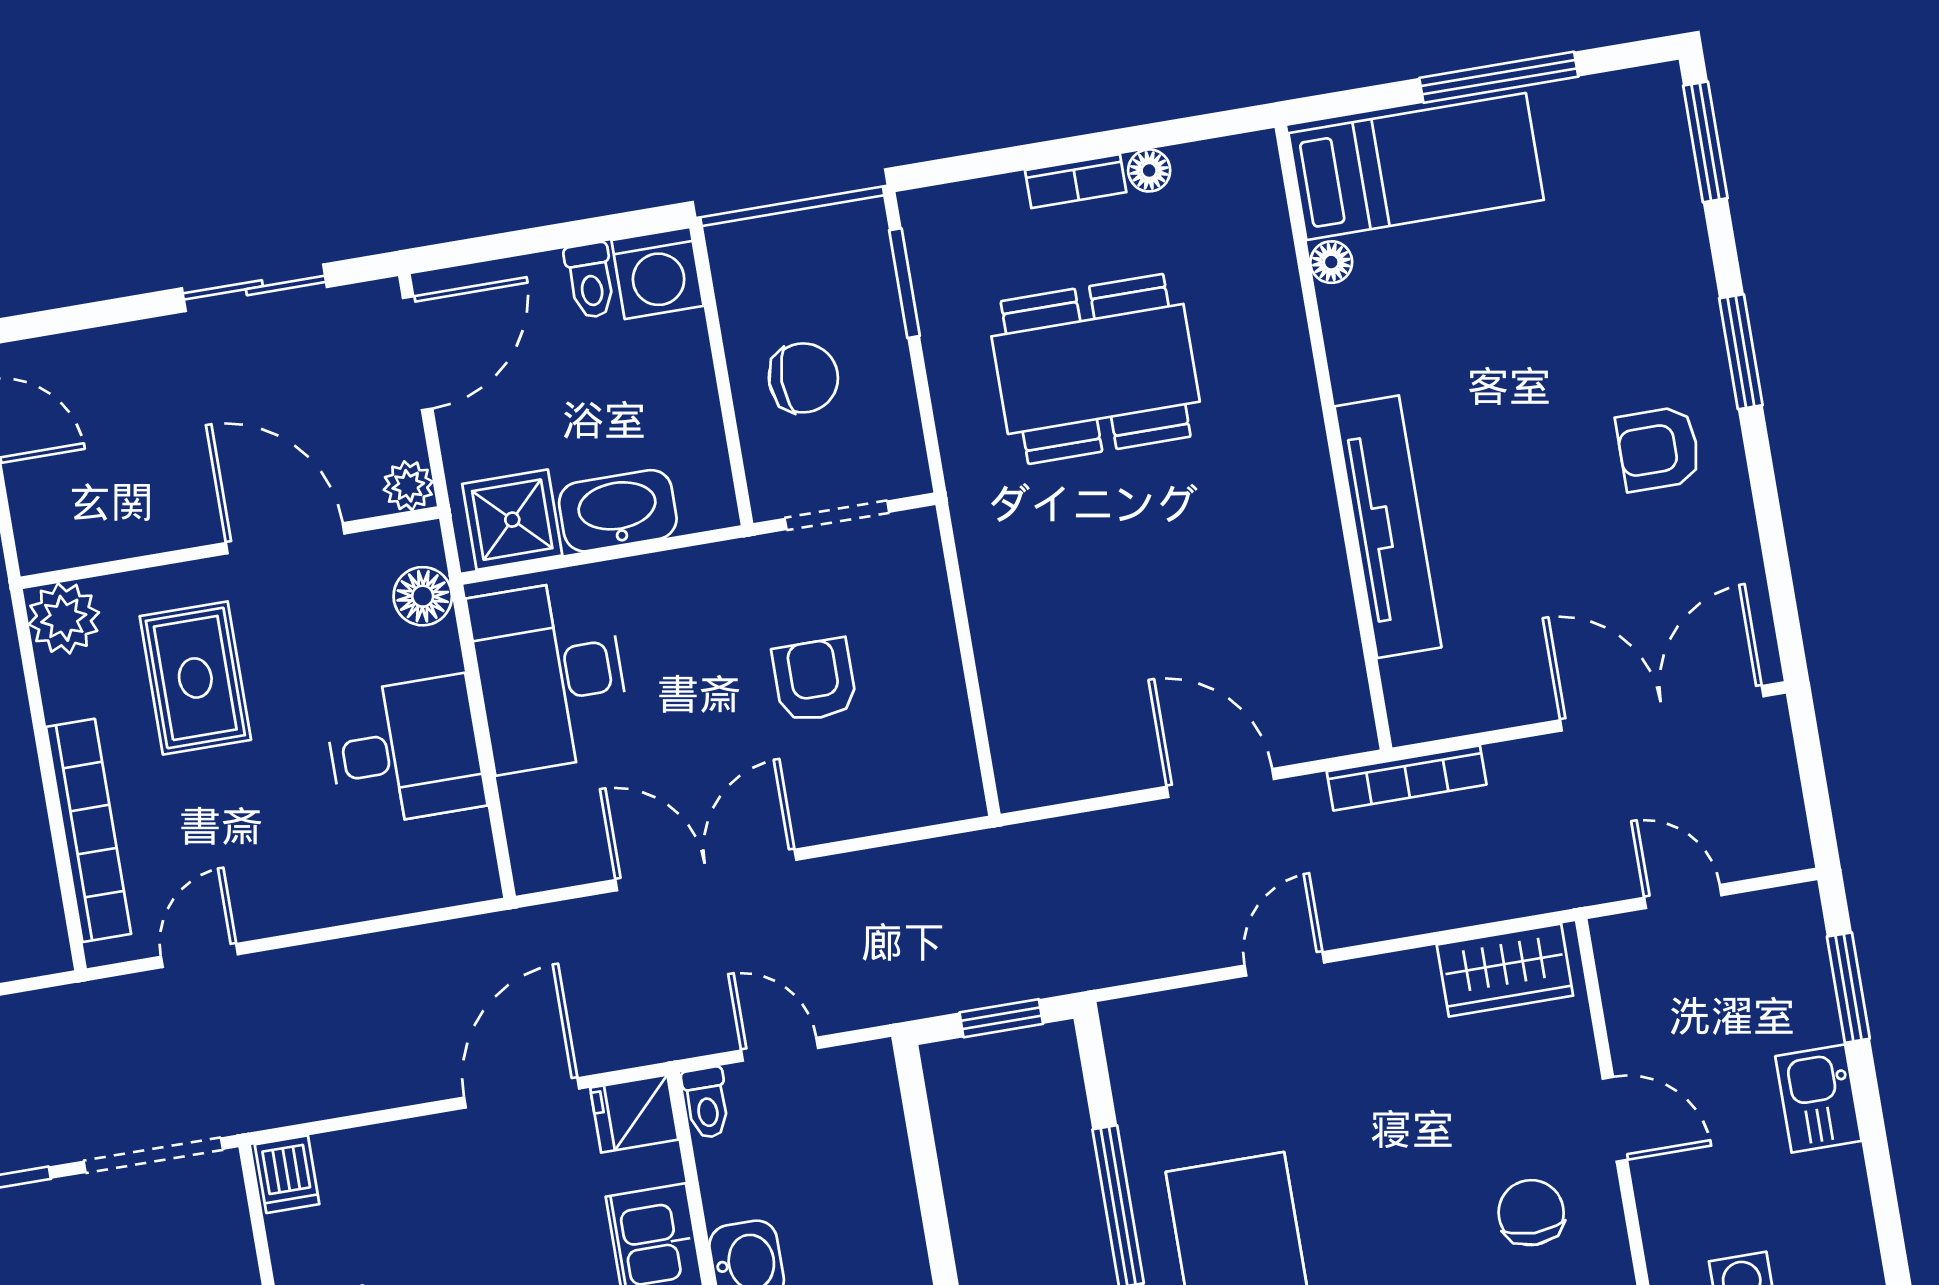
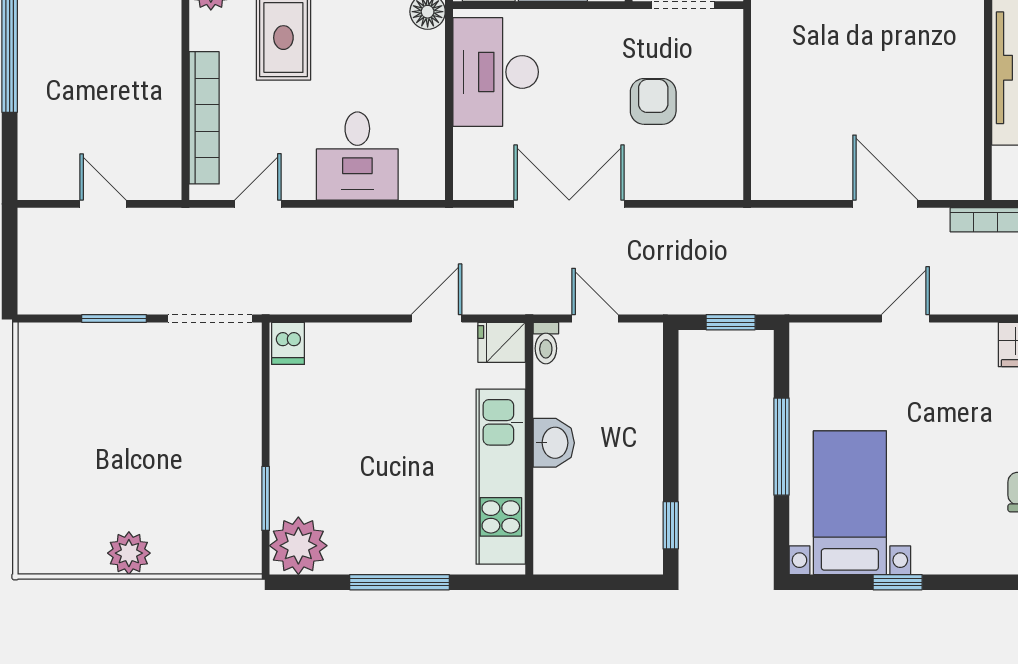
desk: (405, 751) -> (357, 156), moved, turned 90
door: (522, 1093) -> (436, 319), width x0.73

